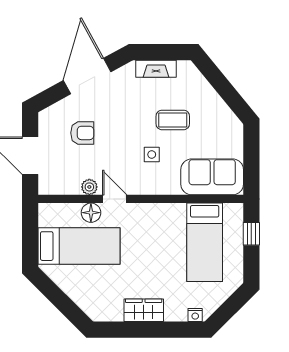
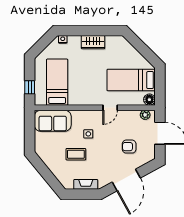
plant: (89, 187) -> (145, 115), moved
door: (115, 199) -> (110, 108), hinge flipped
floor lamp: (91, 213) -> (149, 100), moved

